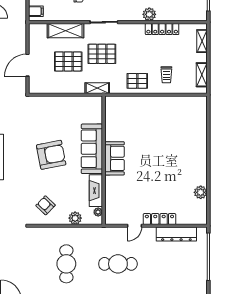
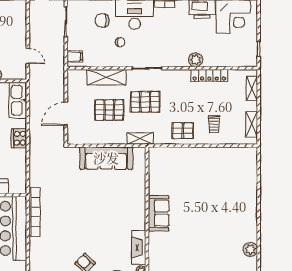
sofa: (92, 149) -> (106, 158), moved, turned -90
armchair: (51, 155) -> (91, 209), removed

